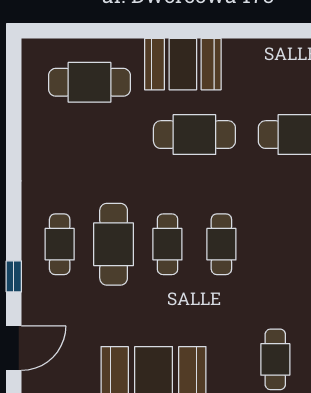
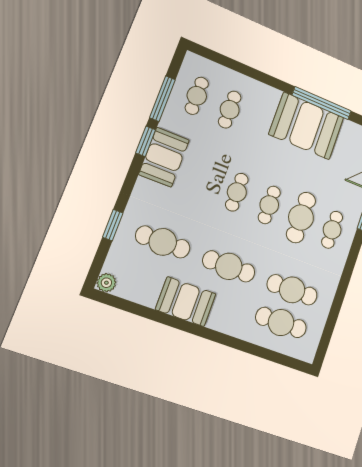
booth: (183, 64) -> (186, 302), moved
cafe table: (90, 135) -> (292, 290), added

